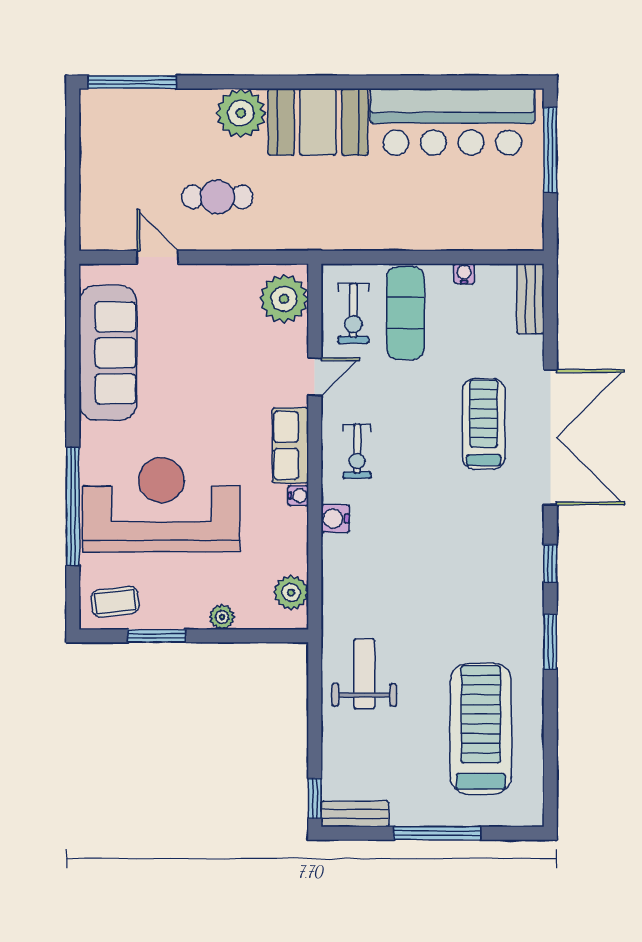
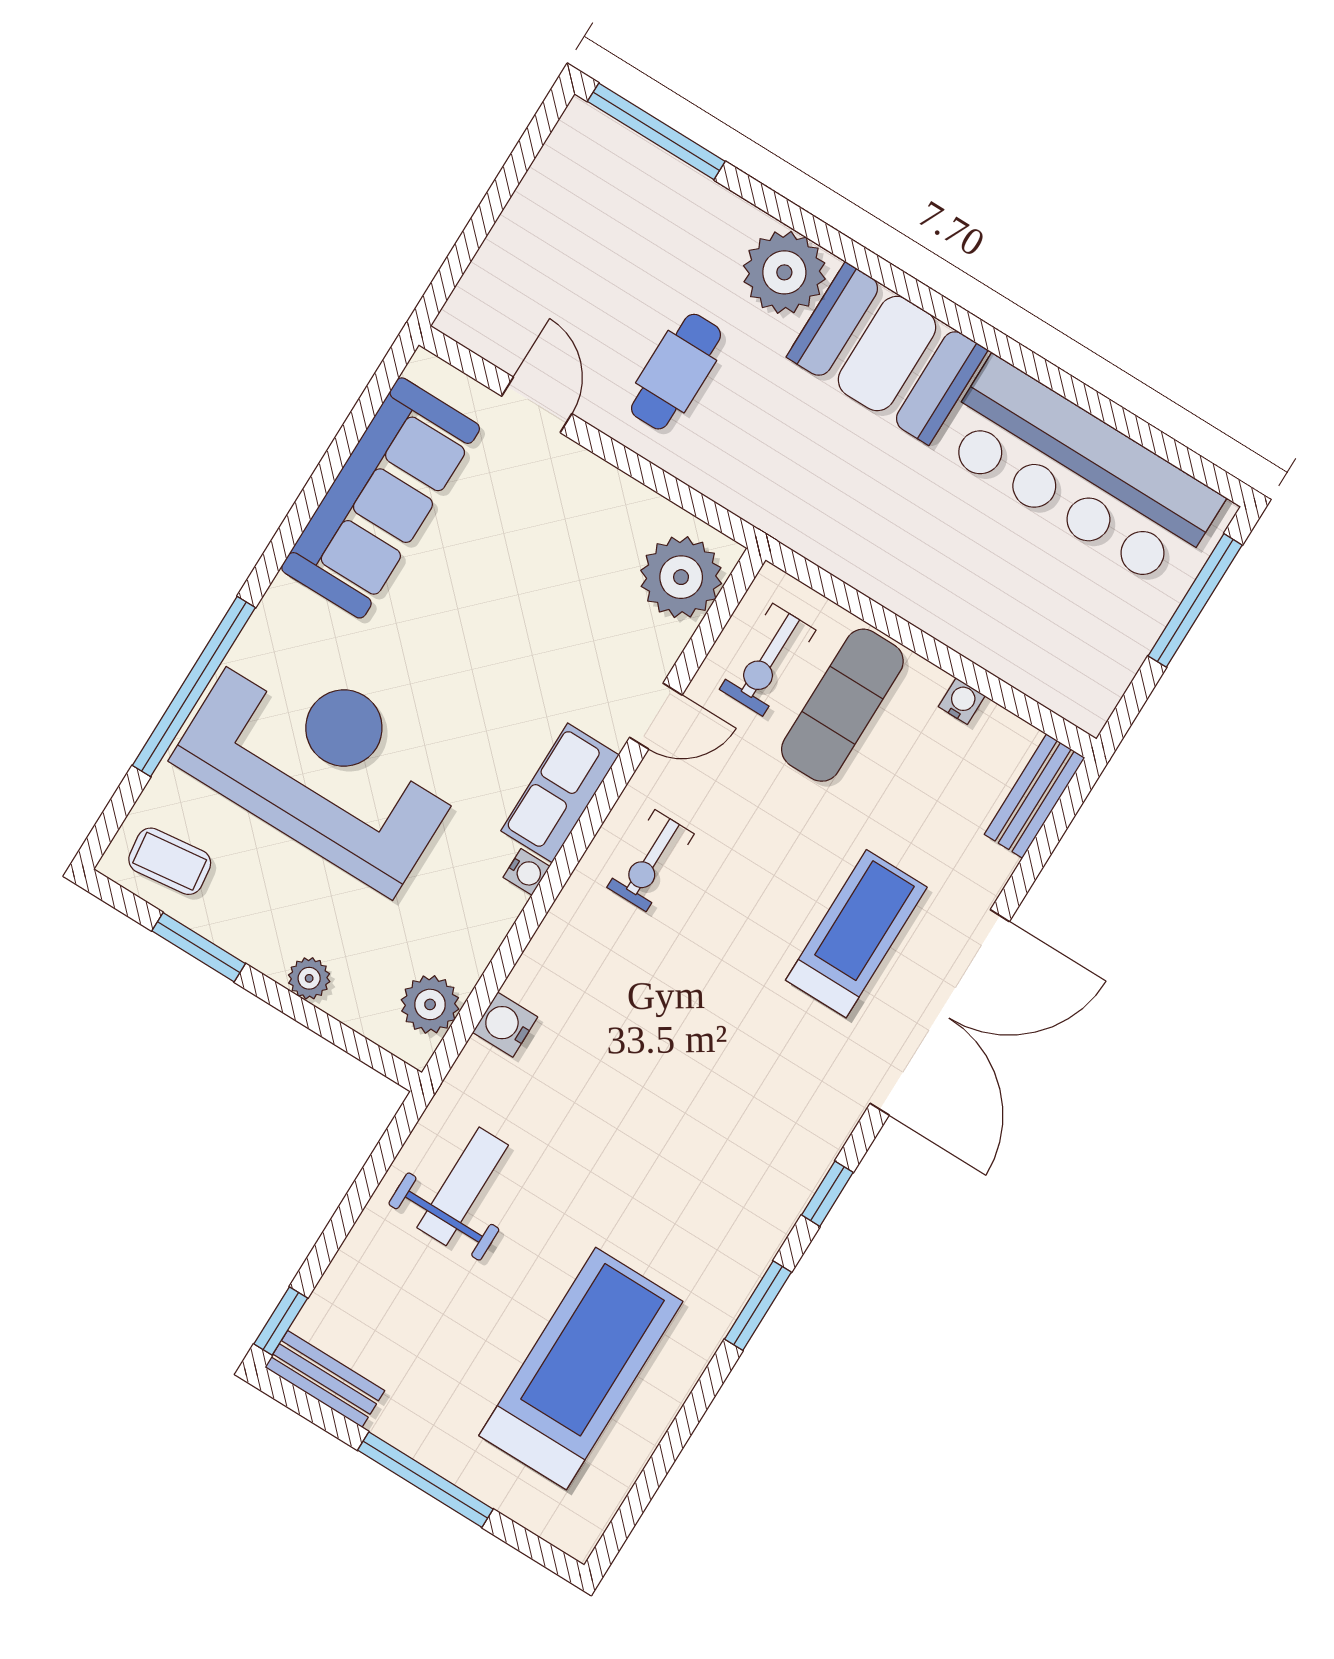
cafe table: (217, 197) -> (676, 372), turned 90
water cooler: (335, 519) -> (505, 1025), moved

